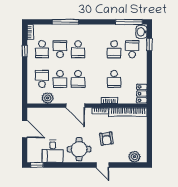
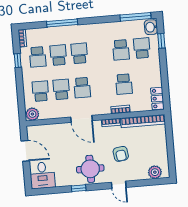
school desk: (78, 49) -> (79, 53), turned 180
school desk: (60, 79) -> (61, 89), turned 180
plant: (48, 98) -> (32, 114), moved
desk: (53, 151) -> (42, 175), moved
window: (37, 165) -> (79, 188), moved

